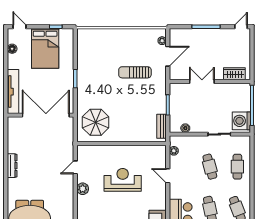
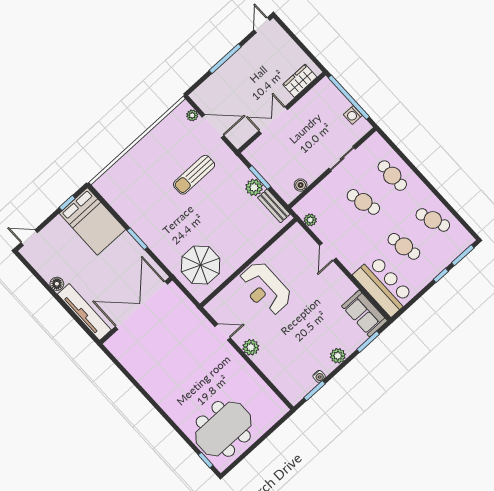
bed: (45, 48) -> (92, 221), moved
floor lamp: (12, 49) -> (57, 284), moved
door: (168, 56) -> (213, 126), hinge flipped
plant: (160, 107) -> (254, 187), added
washing machine: (241, 121) -> (353, 115), width x0.53, depth x0.53
dresser: (12, 166) -> (154, 391), removed
door: (75, 167) -> (223, 332), swing flipped
door: (168, 176) -> (328, 252), hinge flipped
reception desk: (123, 180) -> (265, 289), moved, turned -90

